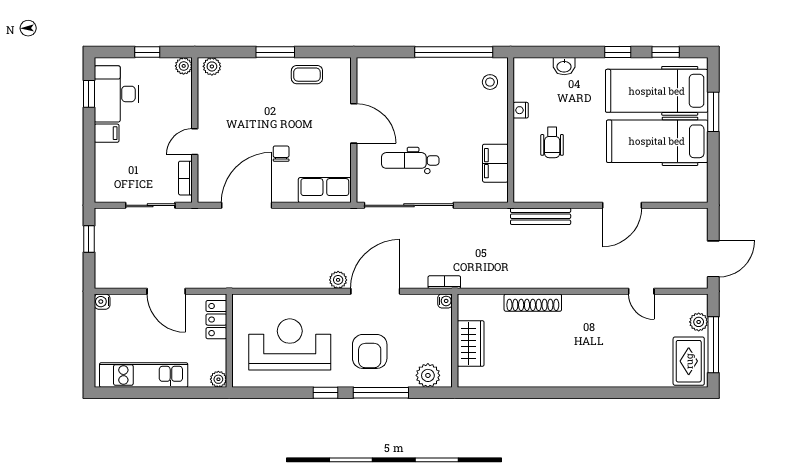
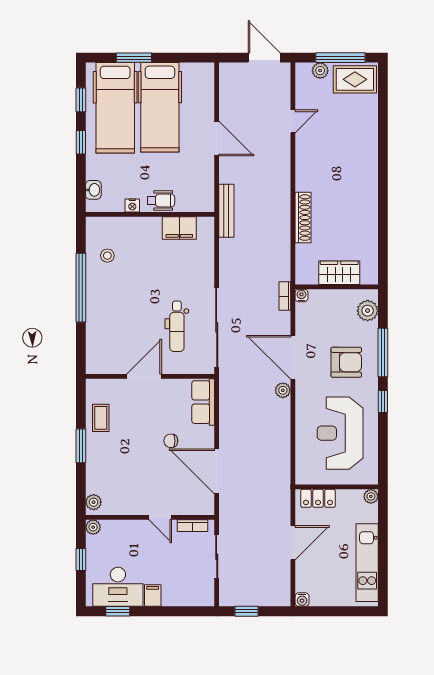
nightstand: (521, 110) -> (132, 205), moved
wall: (511, 130) -> (150, 214), moved
filing cabinet: (495, 163) -> (179, 228), moved

